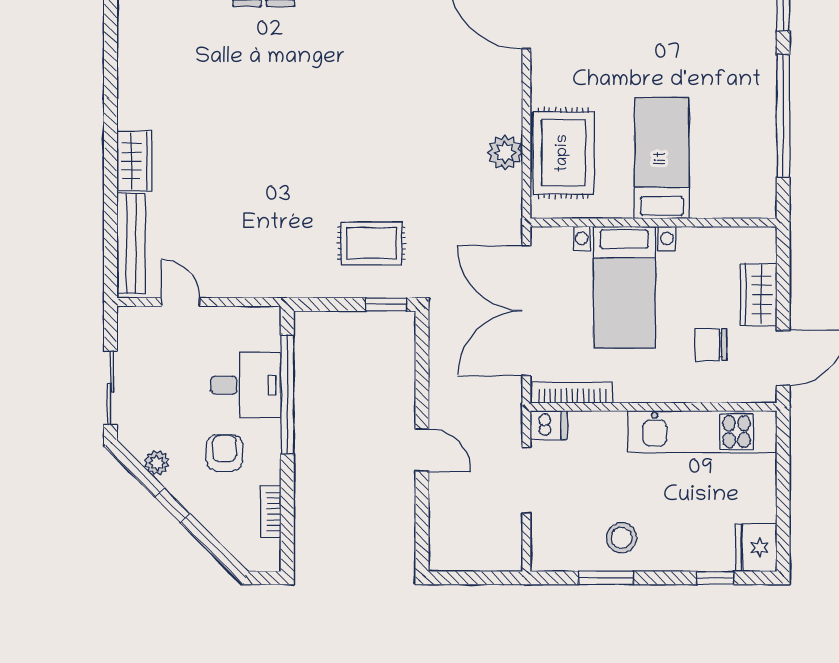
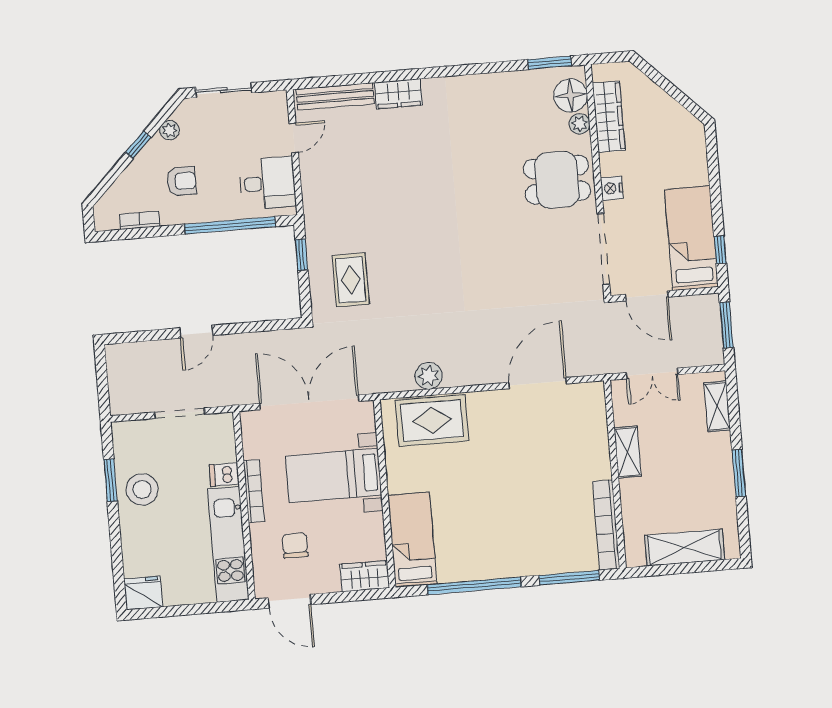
bed: (662, 158) -> (412, 540), moved, turned -90
wardrobe: (759, 295) -> (365, 576), moved
window: (386, 305) -> (302, 255), moved
desk: (246, 385) -> (267, 183), moved, turned -90
bookcase: (572, 393) -> (254, 491), moved
dishwasher: (549, 425) -> (224, 475), moved, turned 90
stool: (621, 538) -> (142, 489), width x1.38, depth x1.38
window: (715, 578) -> (118, 564), removed

